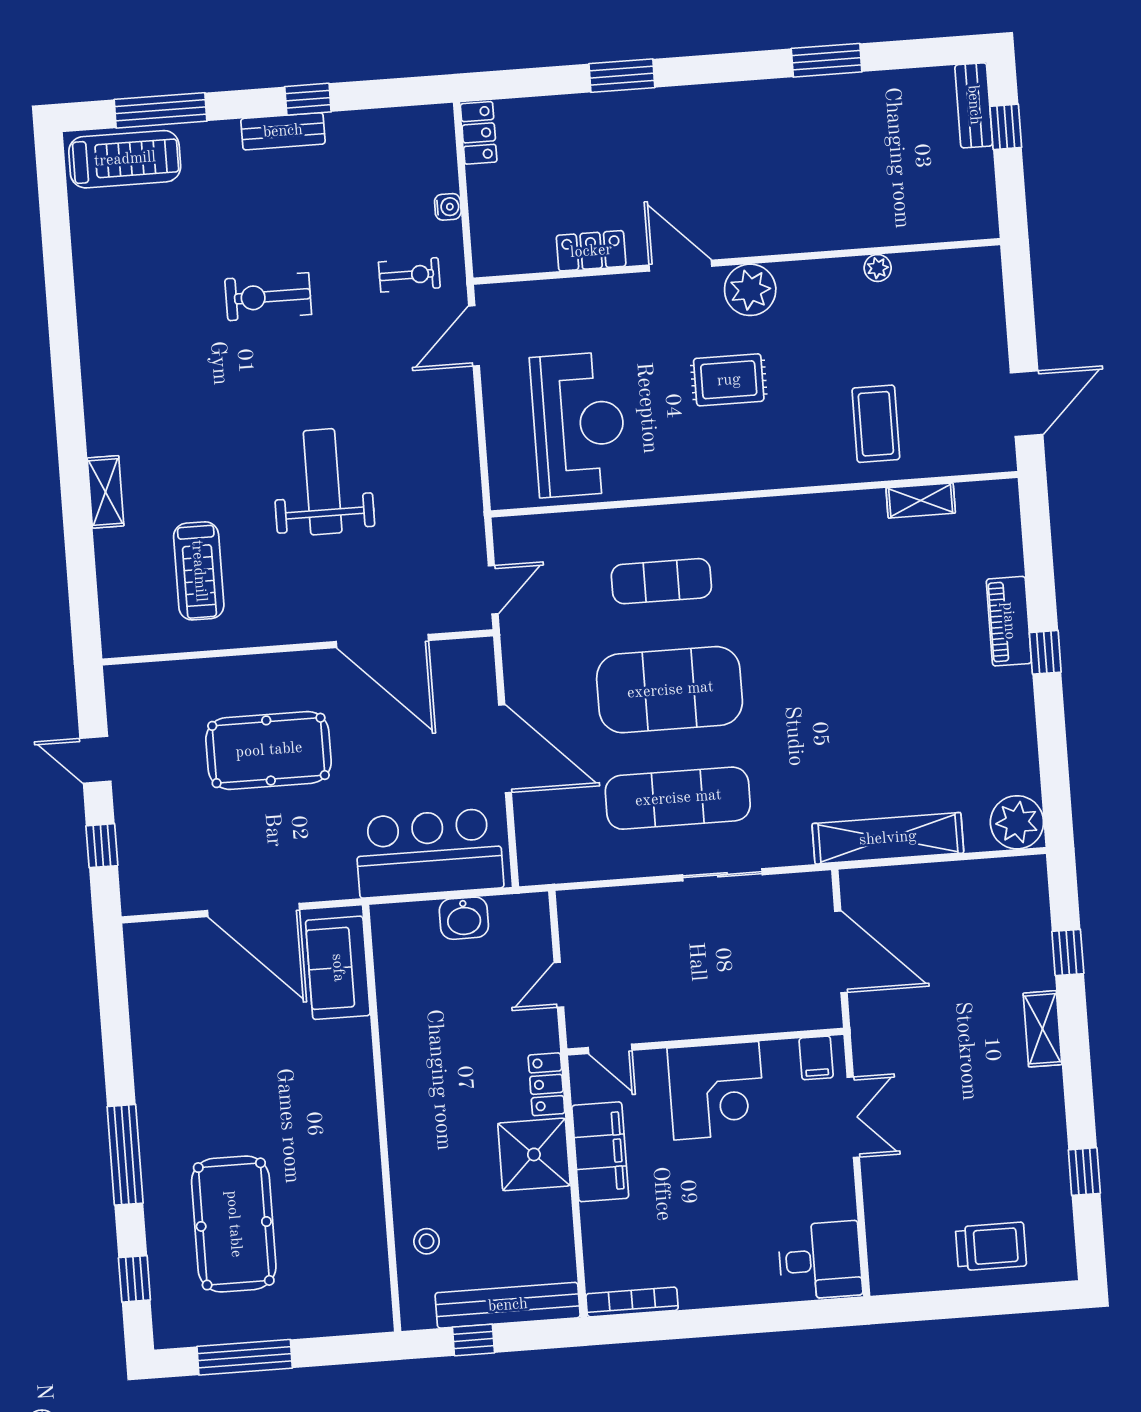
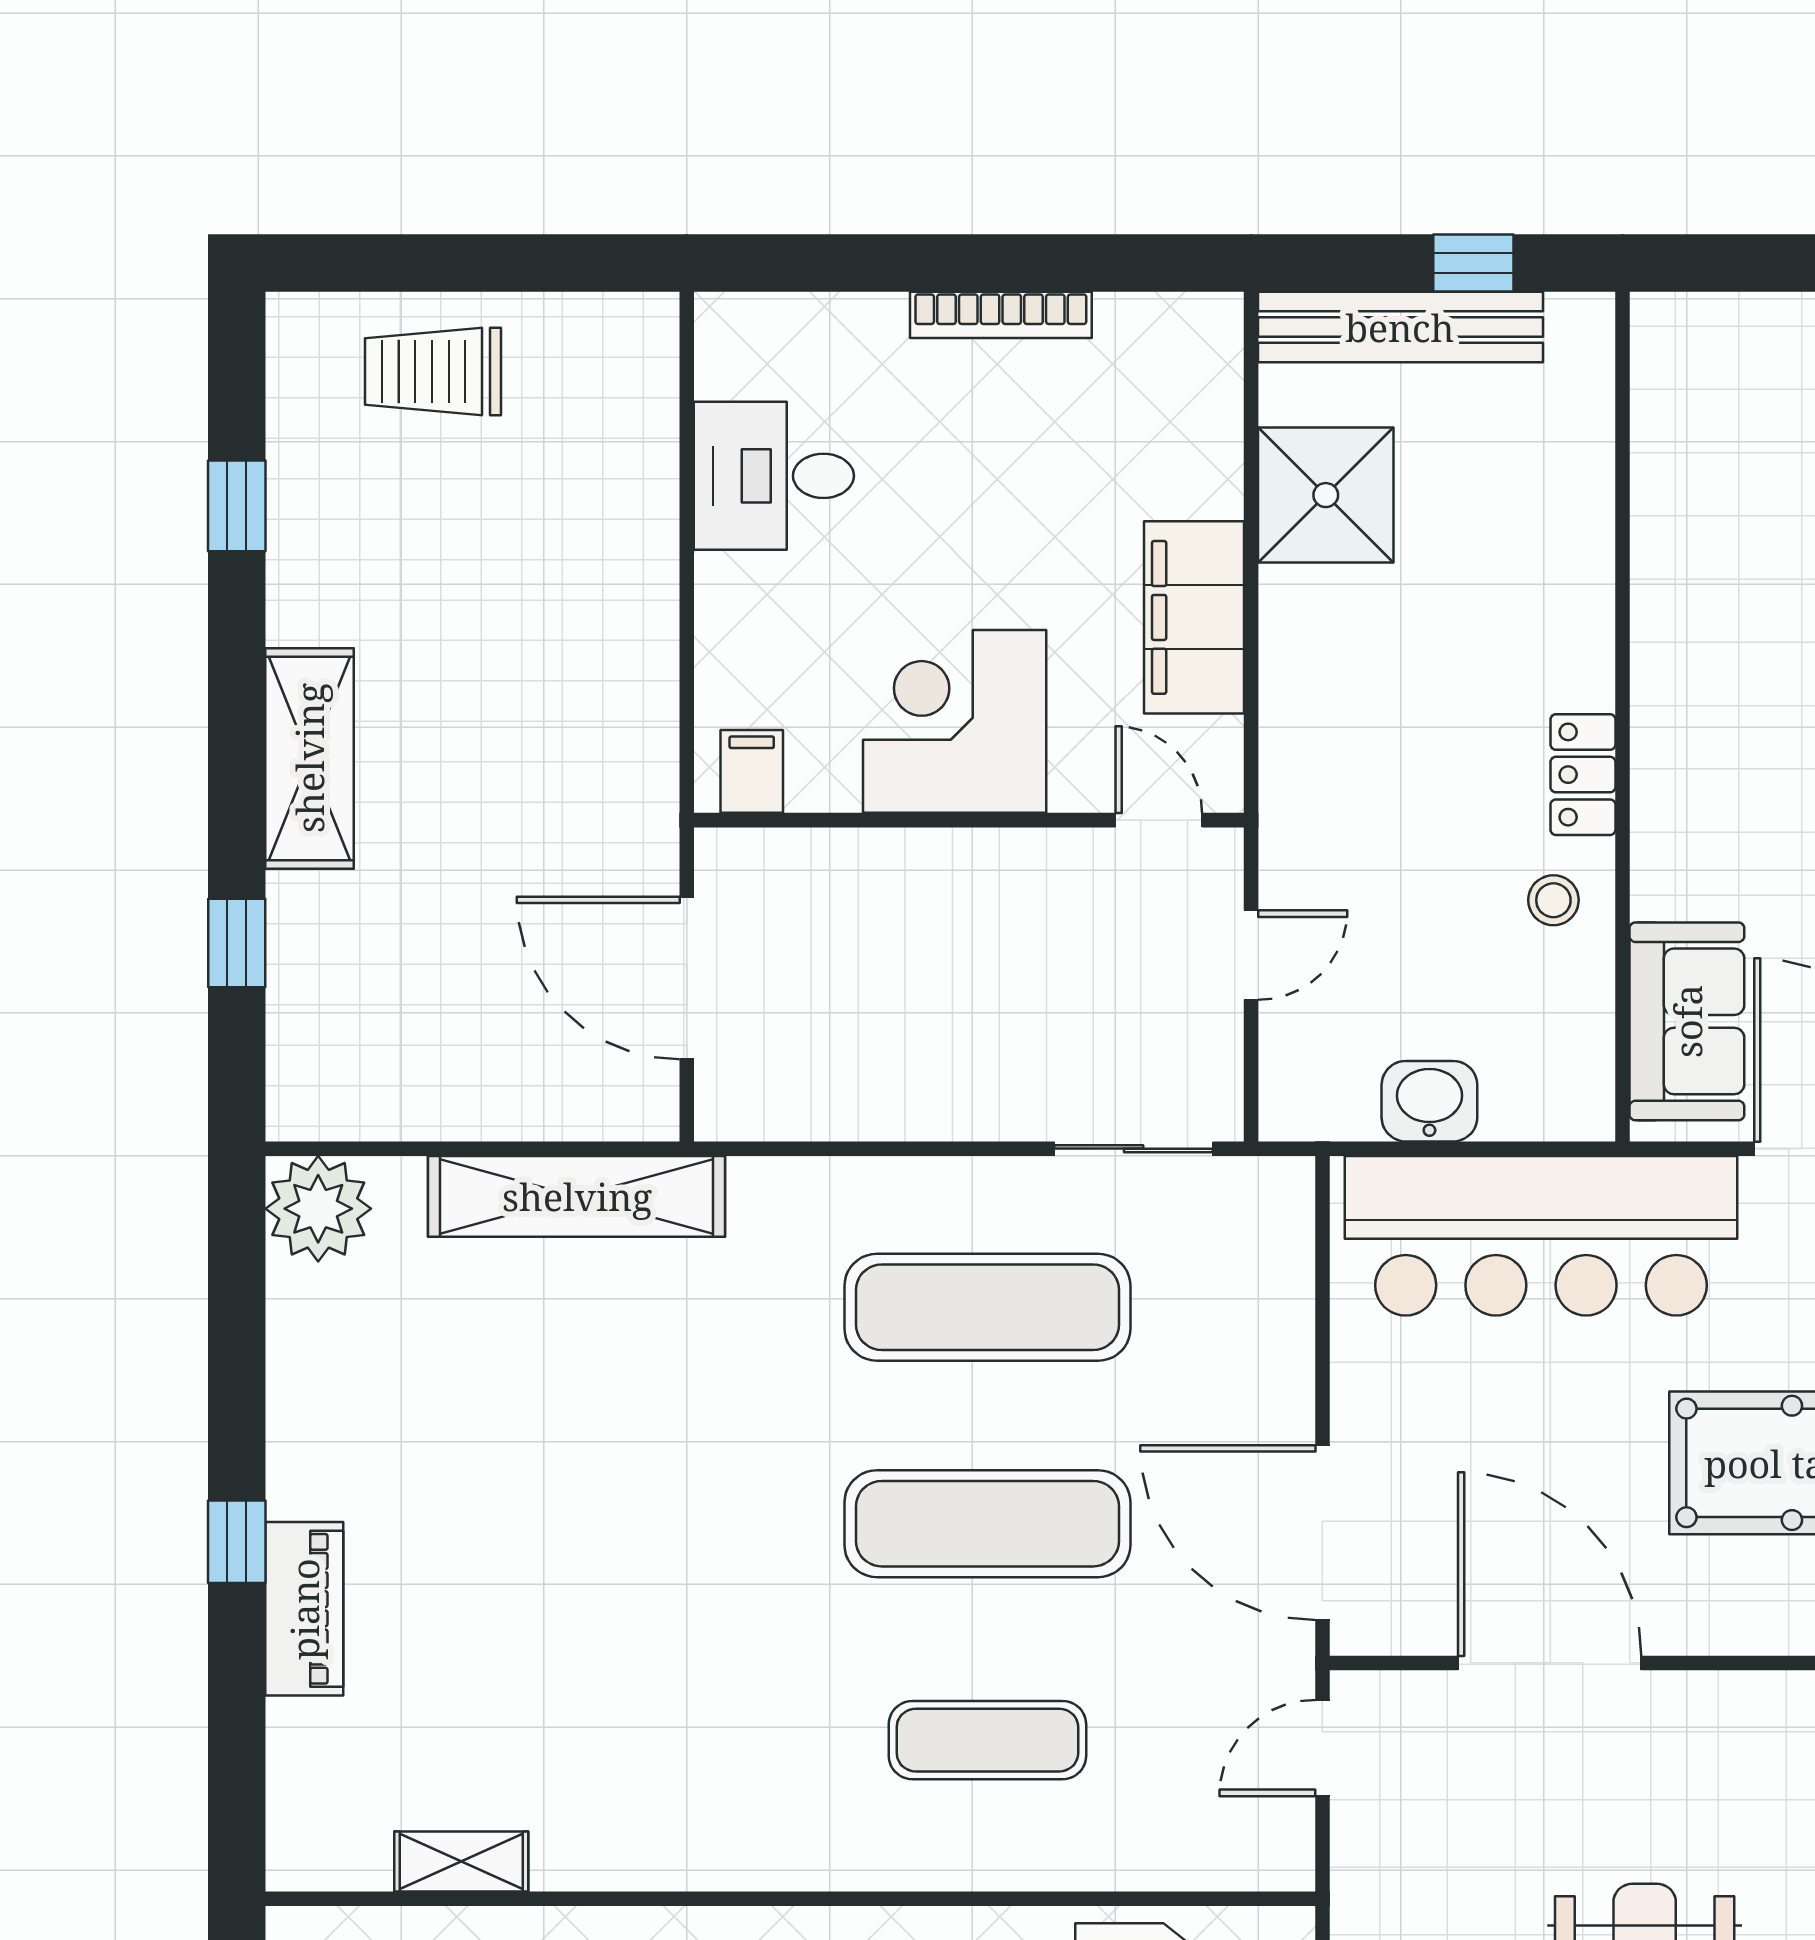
exercise mat: (670, 690) -> (987, 1524), width x0.68
door: (505, 749) -> (1322, 1533), moved
bar counter: (429, 853) -> (1541, 1236), width x1.36
sliding door: (722, 875) -> (1134, 1149), moved
shelving: (1042, 1029) -> (309, 758), width x1.50, depth x1.33
locker: (546, 1084) -> (1583, 775), moved, turned 180
double door: (853, 1117) -> (687, 648), removed
shower: (534, 1154) -> (1326, 495), moved
stool: (427, 1241) -> (1553, 900), moved
desk: (820, 1260) -> (774, 476), moved
bookcase: (632, 1302) -> (1001, 315), moved

